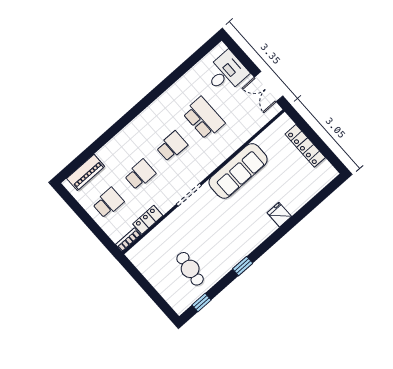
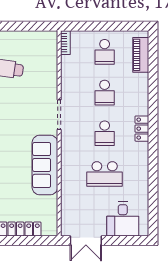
double door: (269, 87) -> (86, 240), swing flipped
locker: (148, 220) -> (142, 129), moved, turned 180

